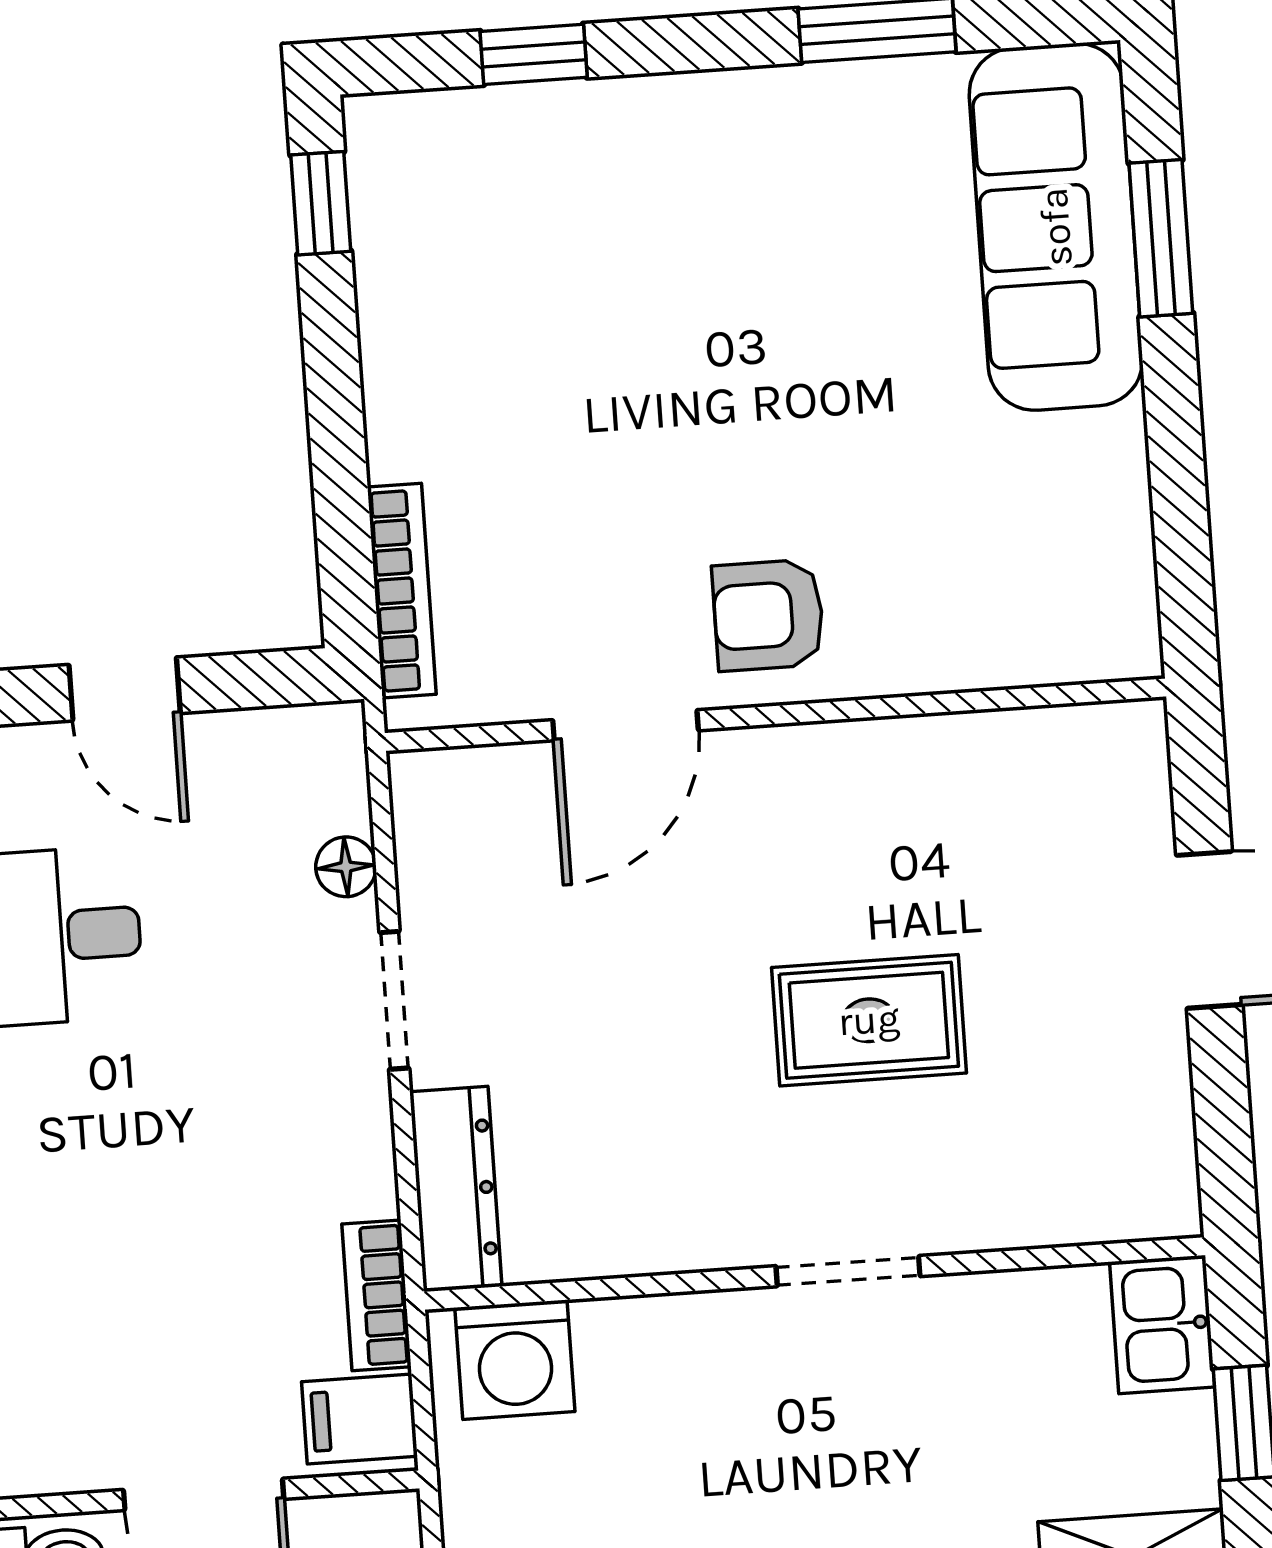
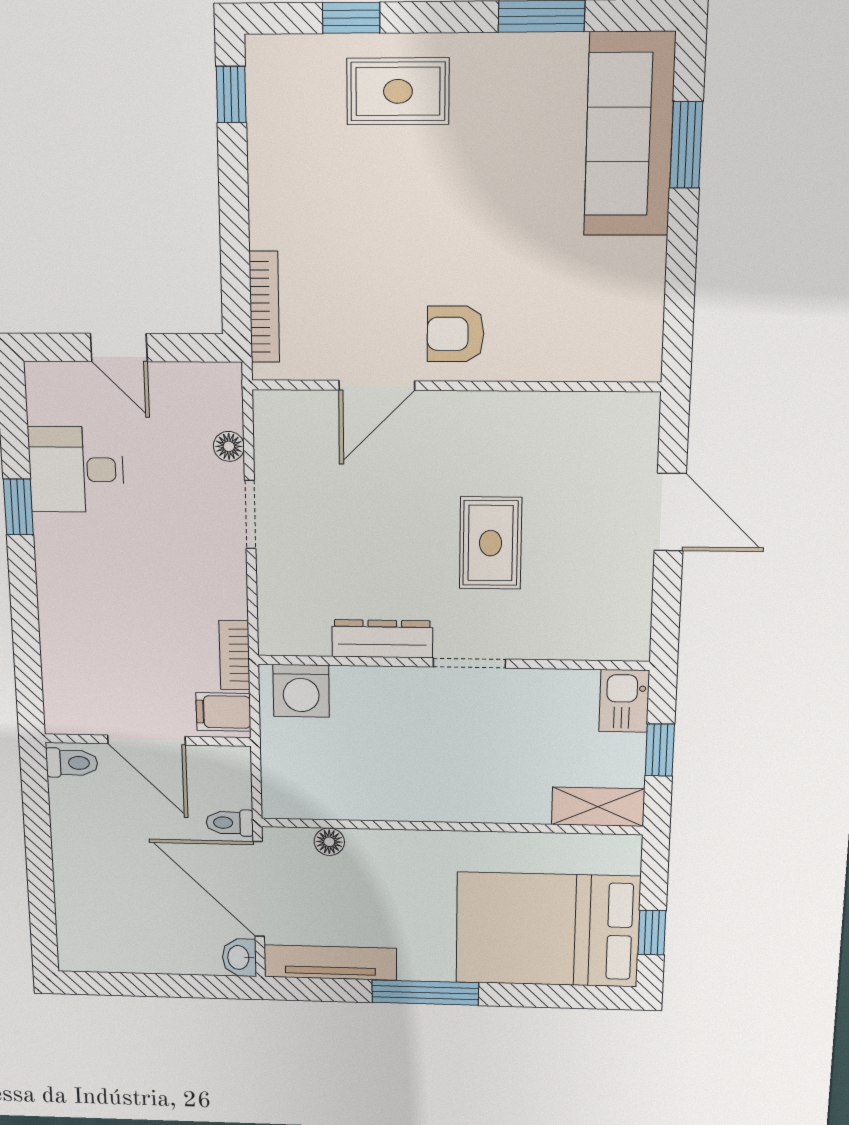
rug: (628, 178) -> (398, 91), added
rug: (869, 1020) -> (490, 543), turned 90
dresser: (456, 1189) -> (382, 639), moved, turned -90

